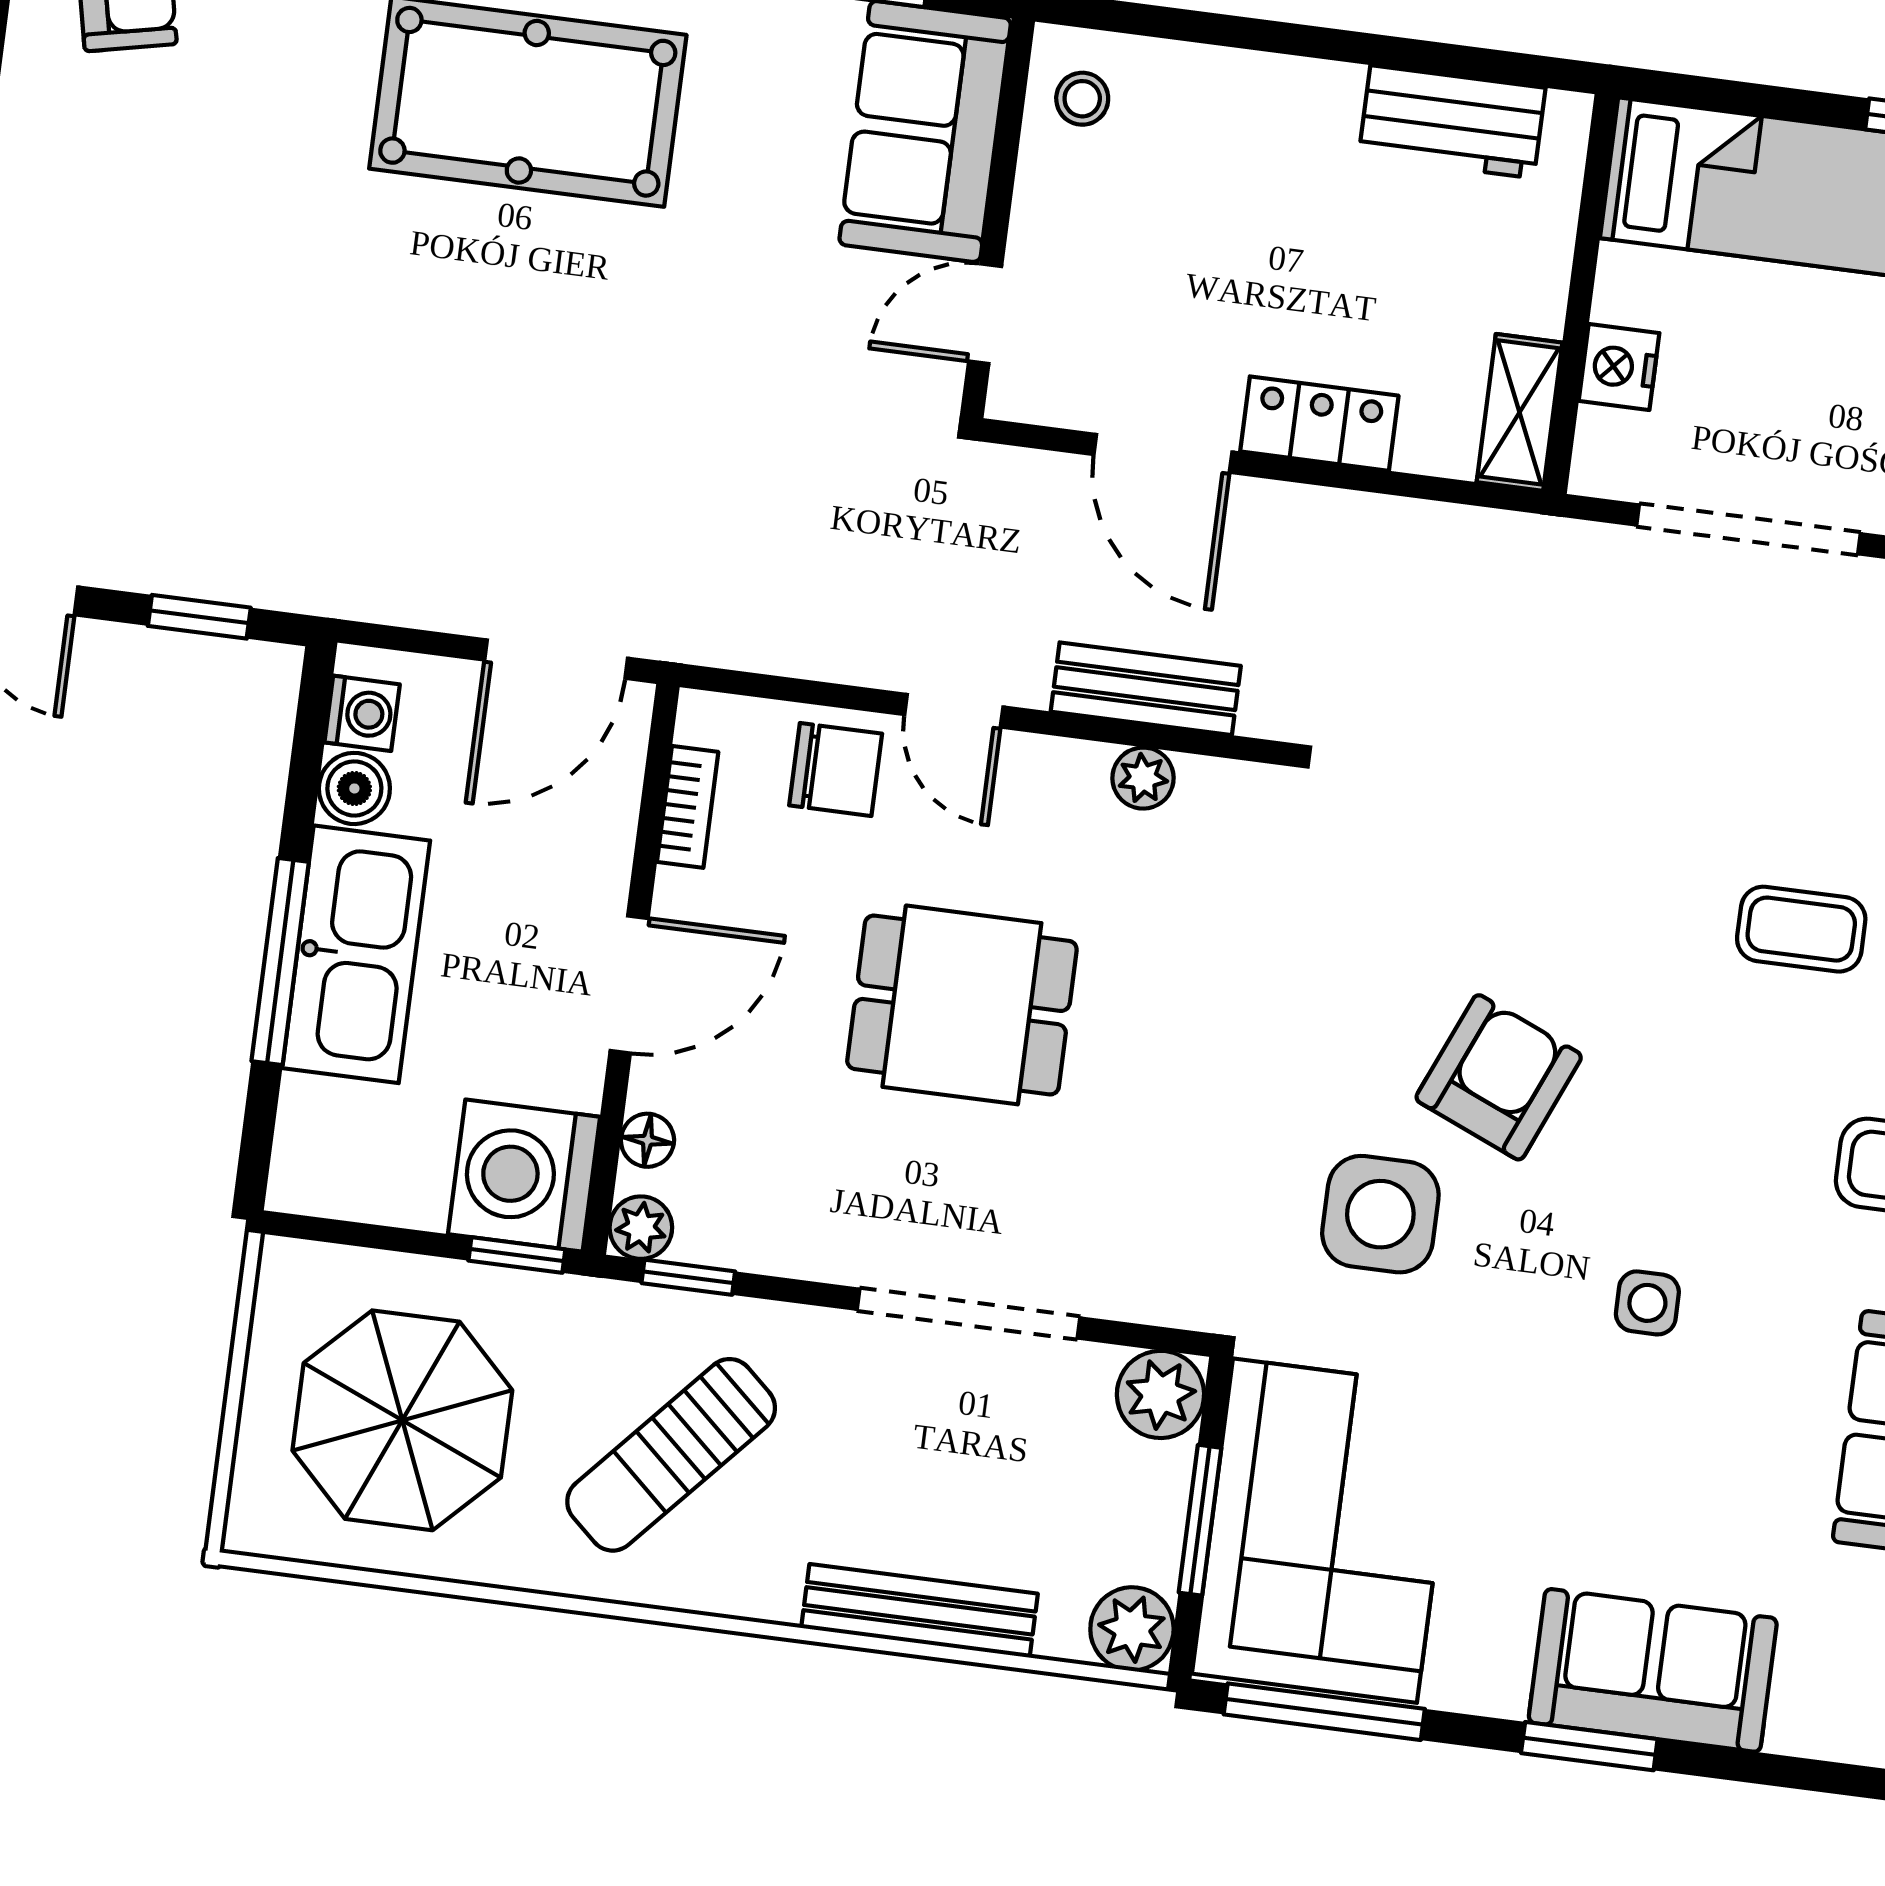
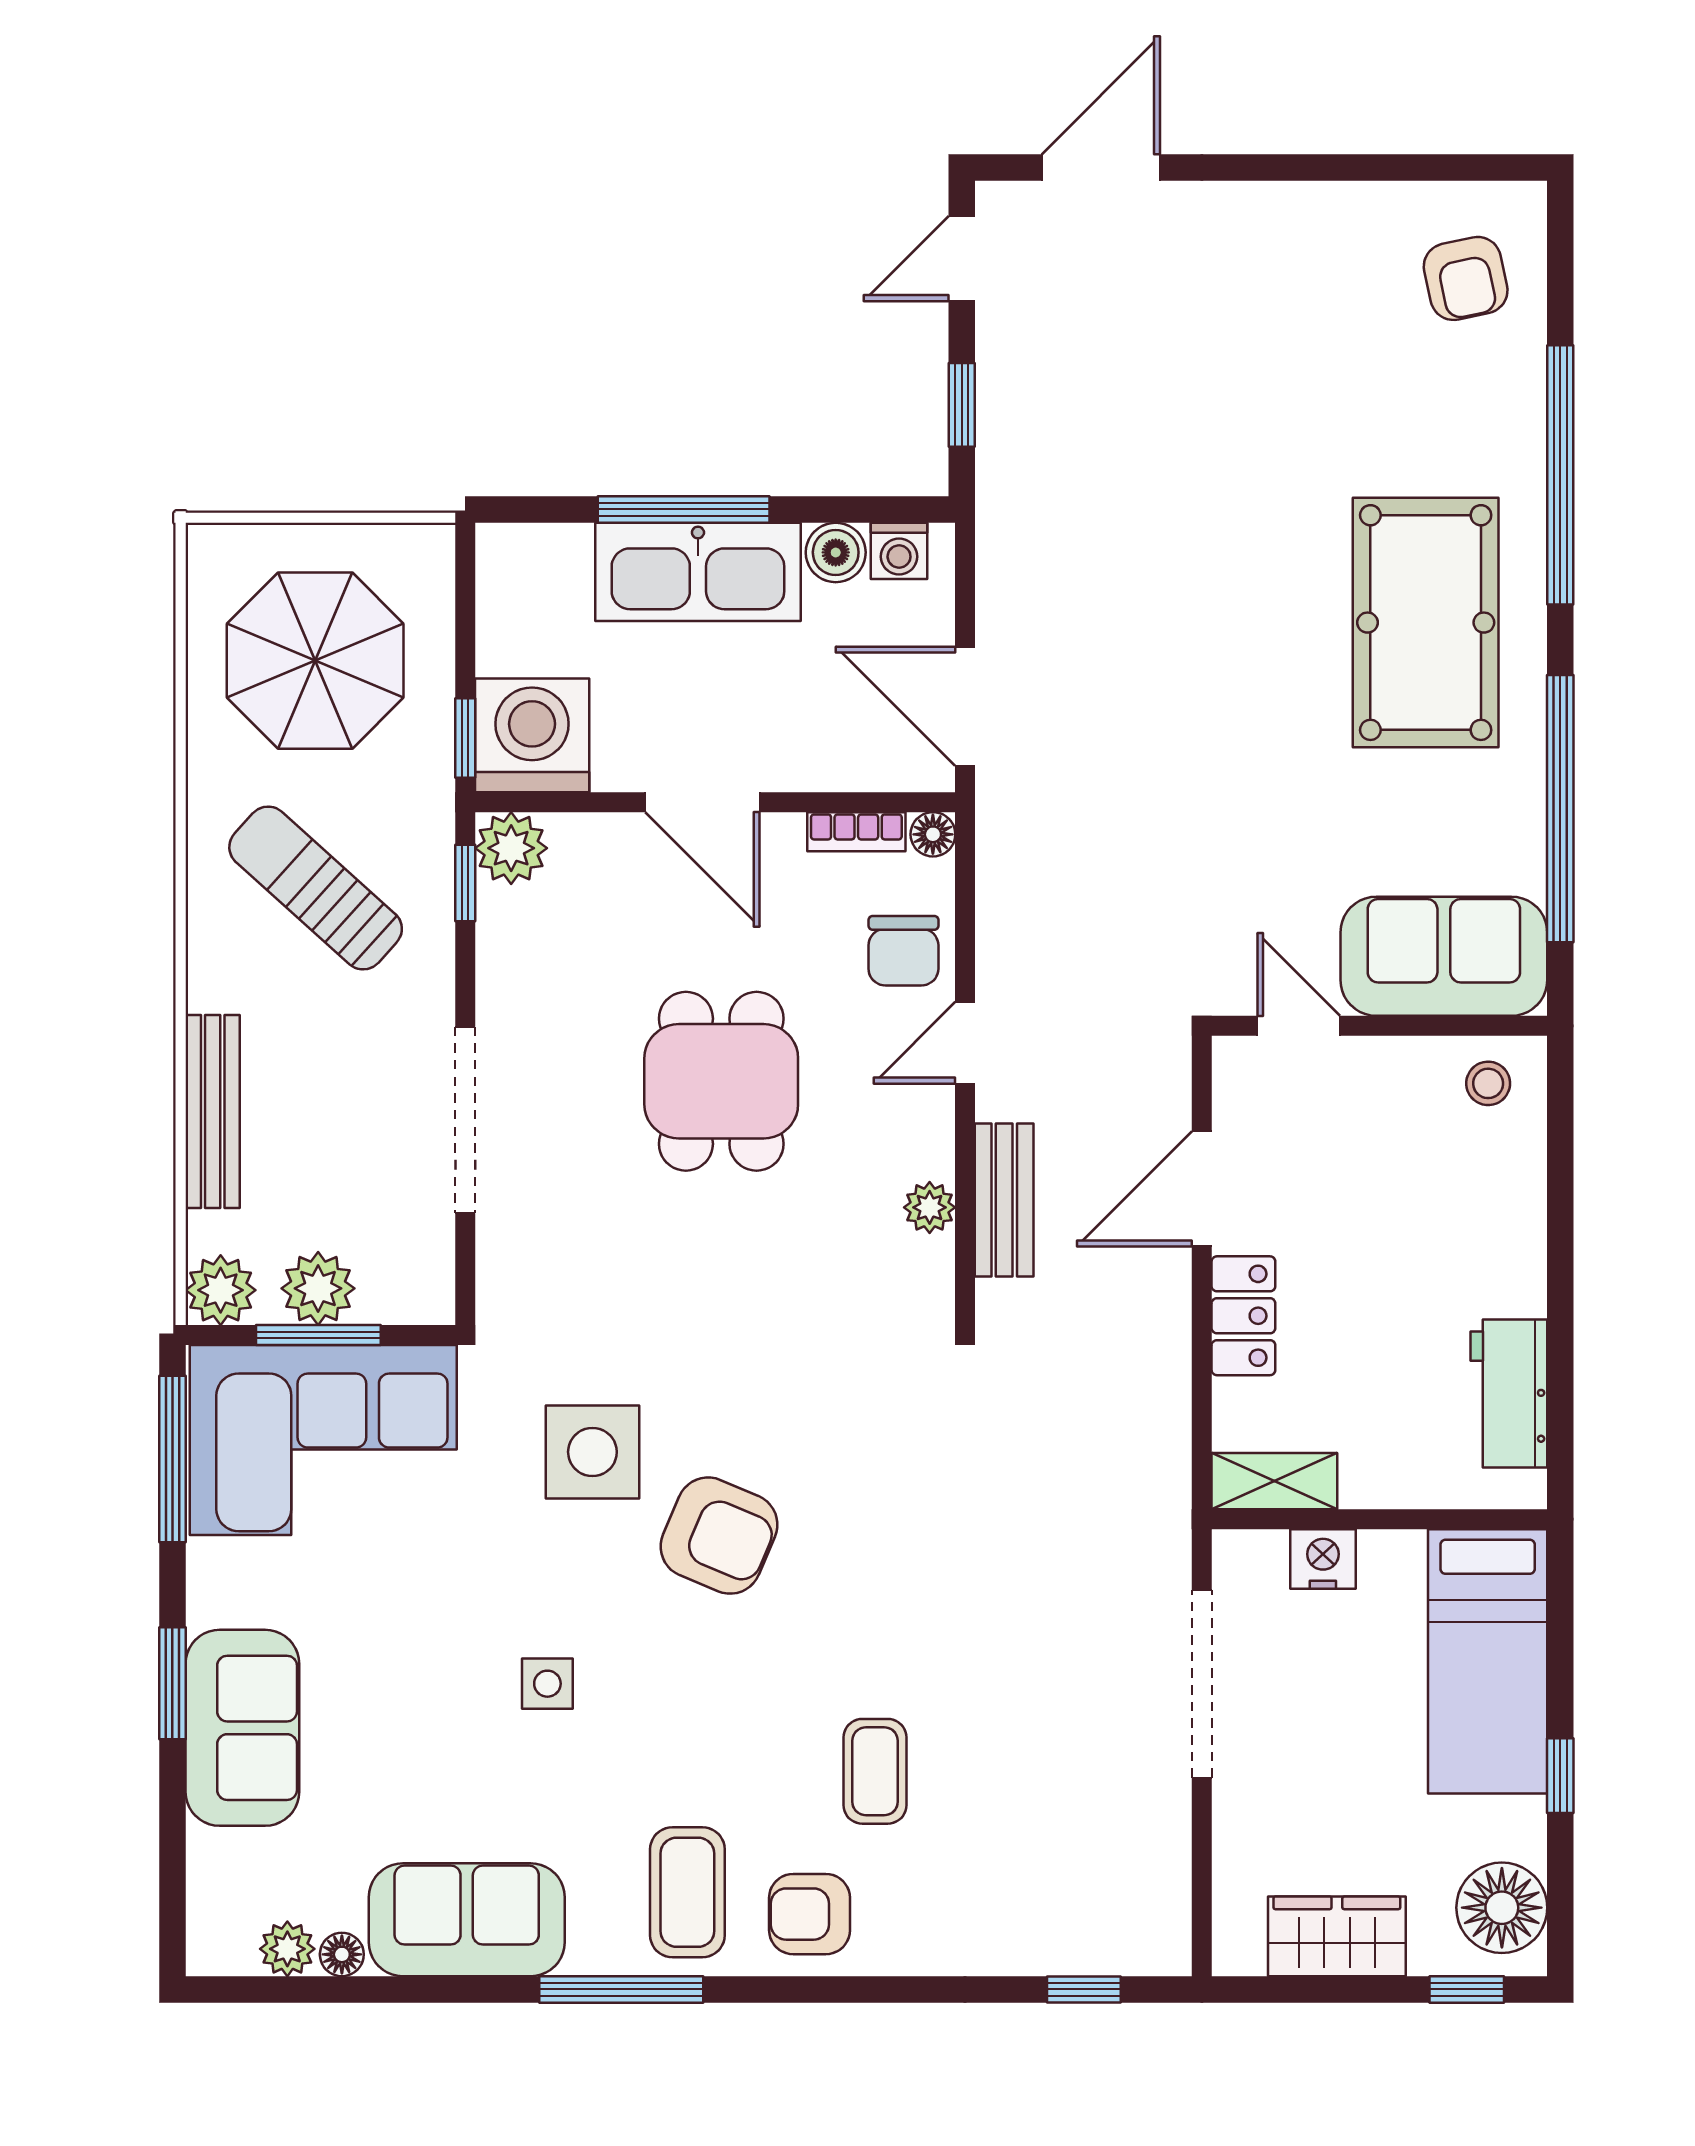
floor lamp: (647, 1140) -> (933, 834), moved
plant: (641, 1228) -> (511, 848), width x1.38, depth x1.38
plant: (1160, 1394) -> (318, 1288), moved

